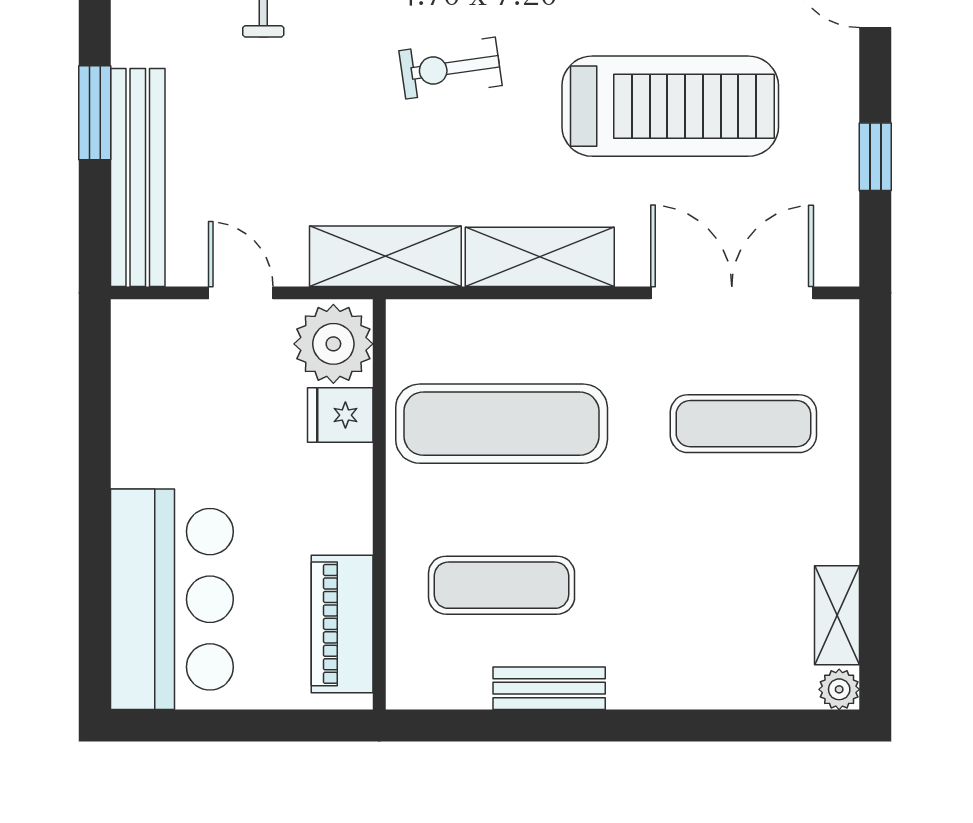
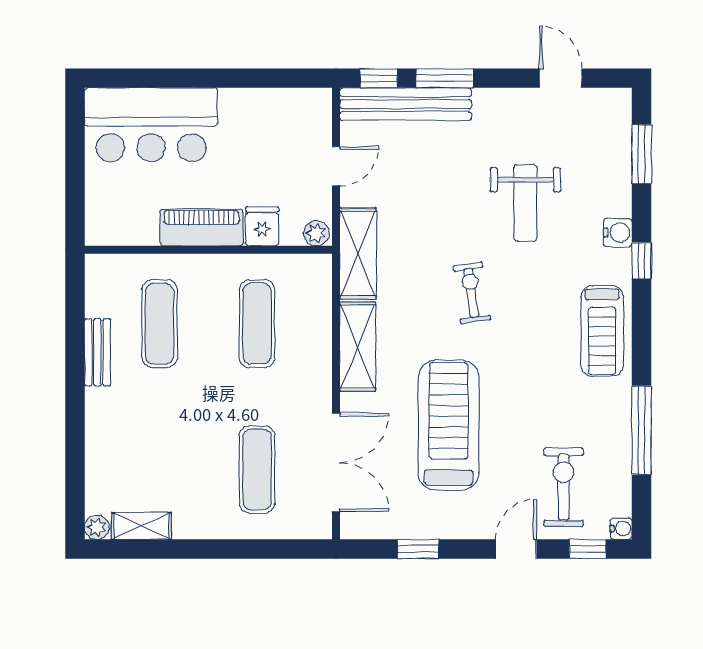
treadmill: (670, 106) -> (449, 425), turned 180
window: (95, 222) -> (379, 78), added
plant: (333, 344) -> (316, 233), width x0.53, depth x0.53
exercise mat: (502, 424) -> (257, 324), width x0.73, depth x0.69
piano: (342, 624) -> (202, 227), moved

